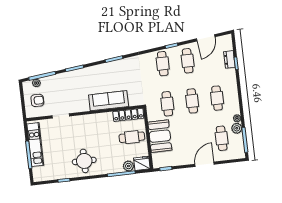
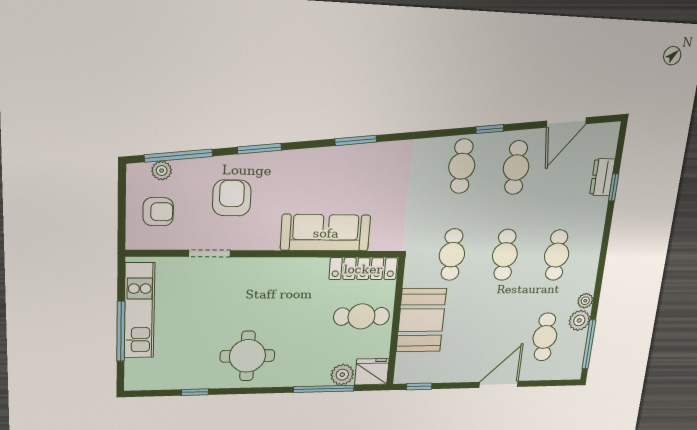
armchair: (66, 91) -> (232, 198), added

